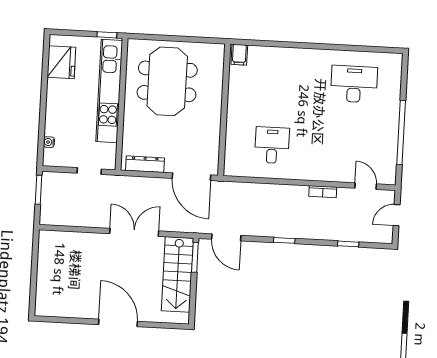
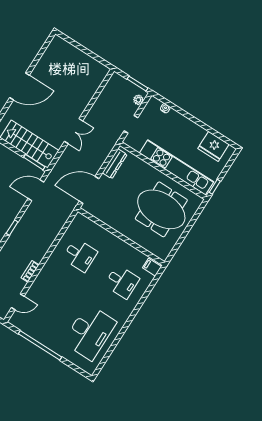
desk: (276, 80) -> (122, 282), added
desk: (354, 84) -> (90, 332), width x1.36, depth x1.30
plant: (57, 178) -> (138, 100), added
double door: (134, 232) -> (74, 131), width x0.73

